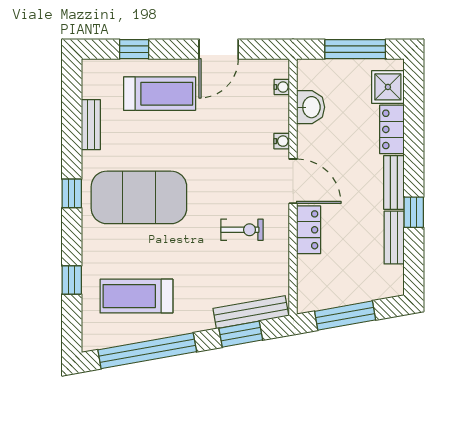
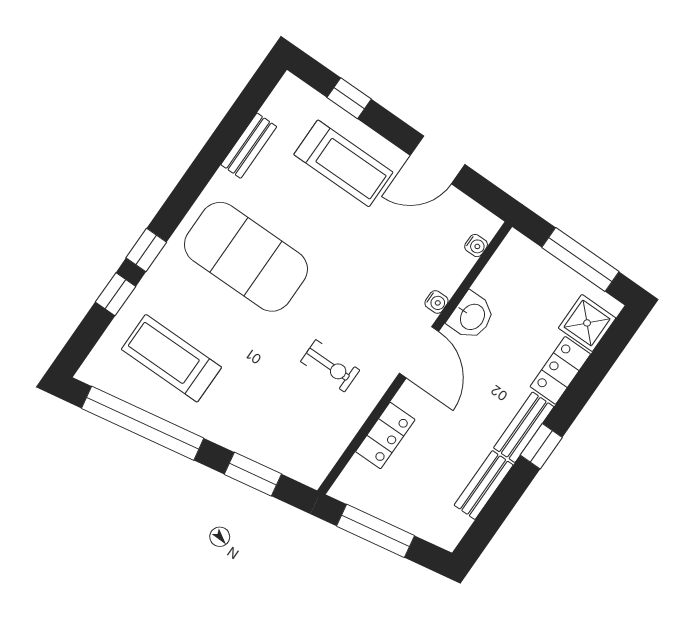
washbasin: (311, 107) -> (472, 316), moved
window: (72, 193) -> (146, 250), moved
window: (414, 212) -> (541, 446), moved
locker: (309, 230) -> (385, 435), moved
bench: (251, 312) -> (279, 459), removed

